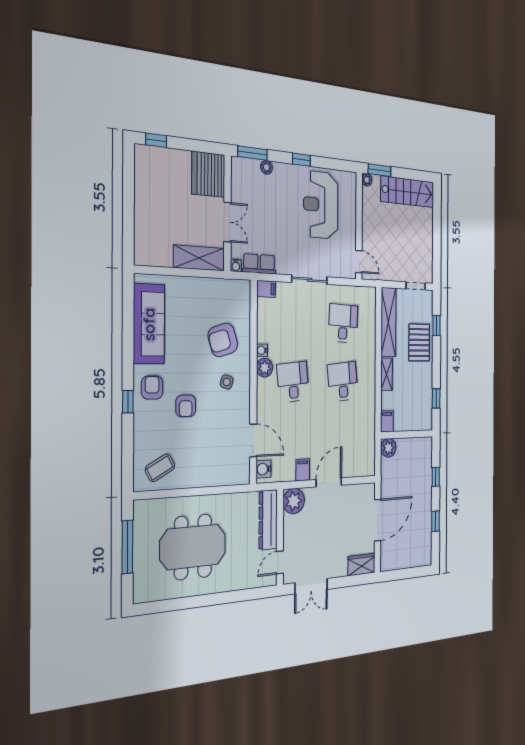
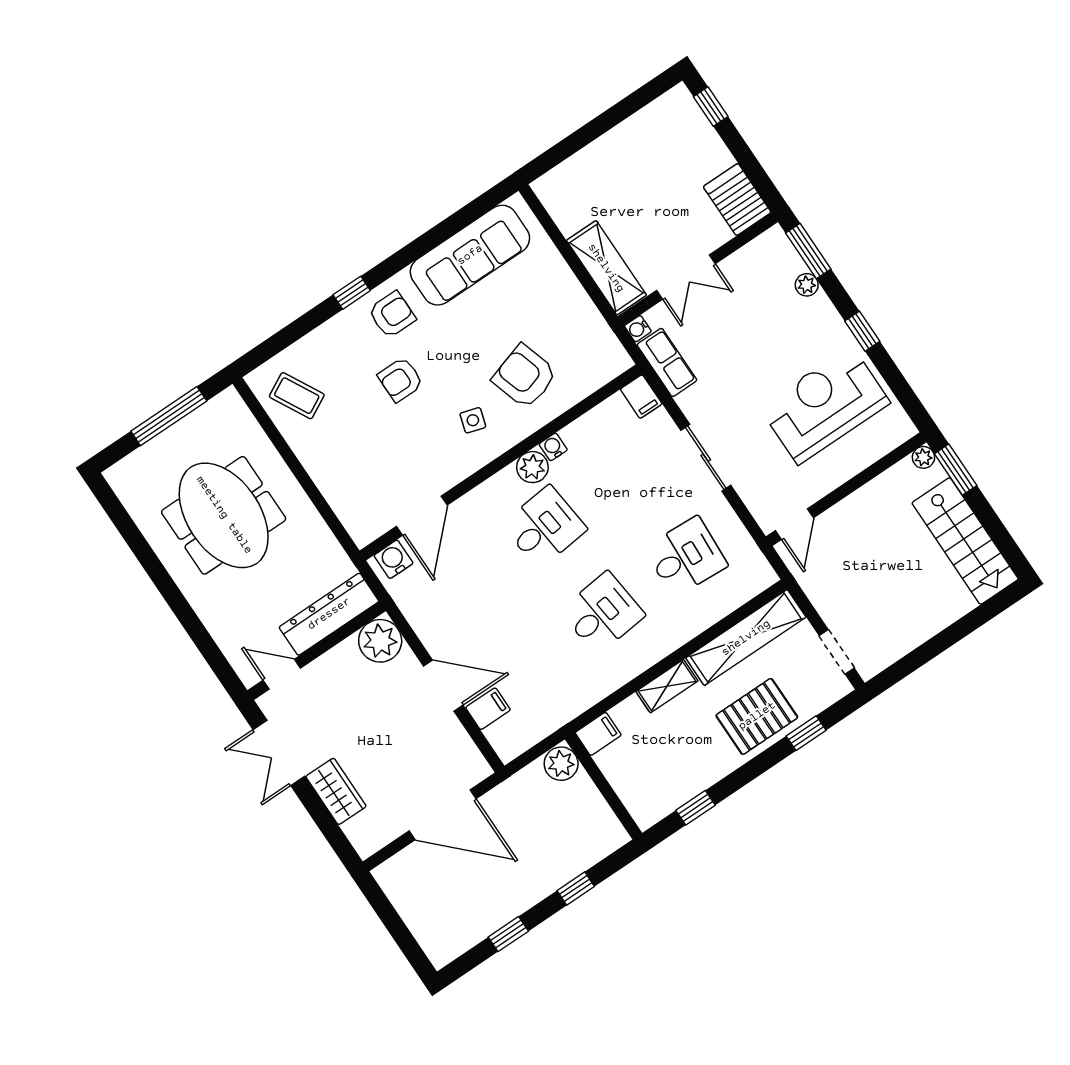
server rack: (208, 174) -> (737, 200), width x0.62
filing cabinet: (303, 470) -> (488, 709), moved
wardrobe: (361, 565) -> (336, 791), moved

